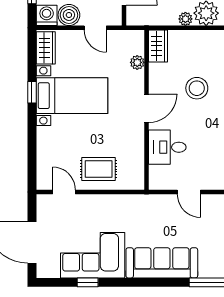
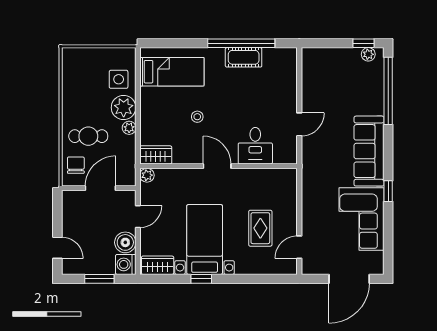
plant: (137, 62) -> (147, 175), moved
stool: (197, 88) -> (197, 117), width x0.53, depth x0.53
rug: (99, 169) -> (260, 228), moved
window: (88, 282) -> (388, 191), moved

